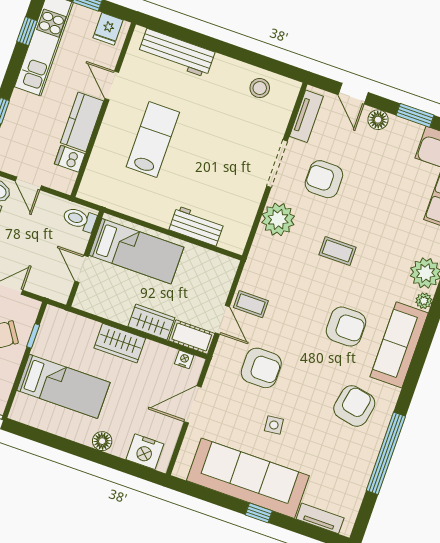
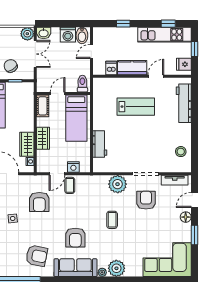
nightstand: (221, 286) -> (73, 167), added
cot: (192, 337) -> (43, 106), moved
wardrobe: (120, 343) -> (27, 144), moved

